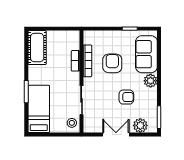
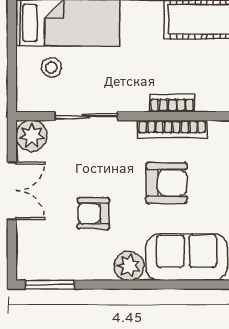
armchair: (126, 97) -> (93, 213), turned 90
stool: (72, 123) -> (51, 67), moved
plant: (140, 125) -> (32, 136), moved

